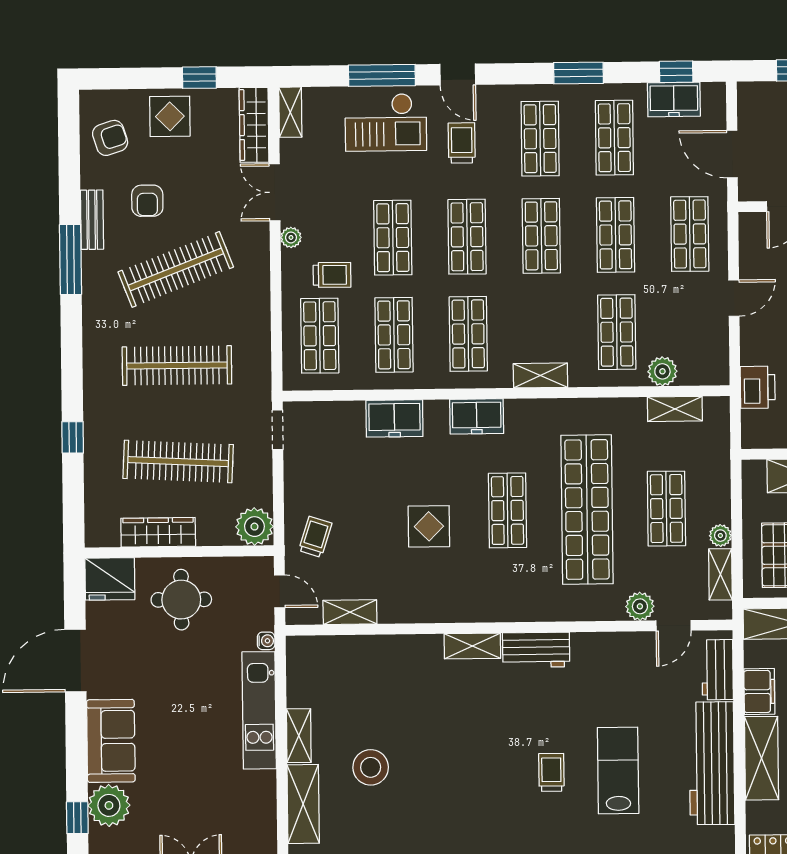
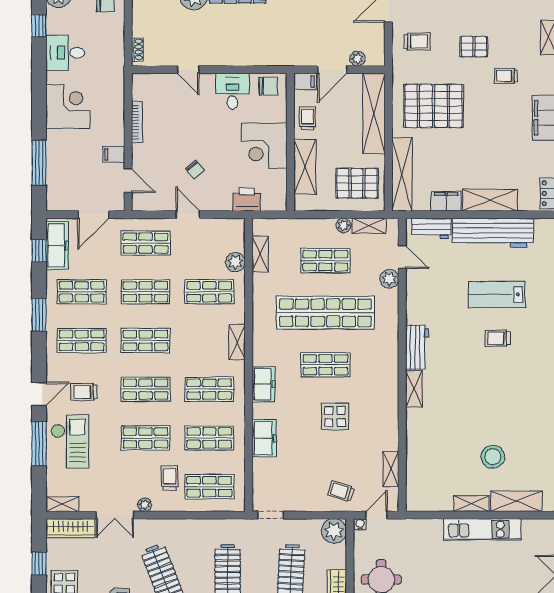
freezer: (674, 99) -> (57, 246), width x1.40
water cooler: (266, 641) -> (360, 524), moved
kitchen unit: (259, 710) -> (483, 529), moved

